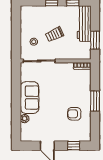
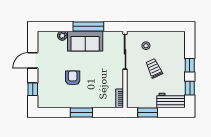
workbench: (84, 24) -> (171, 101), width x0.73
window: (16, 95) -> (88, 26), added
armchair: (74, 114) -> (73, 78), moved

